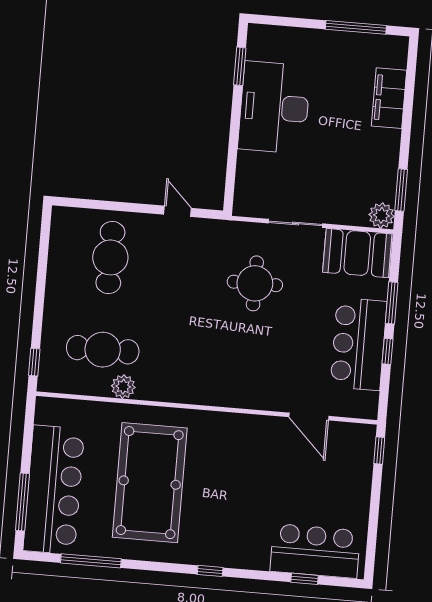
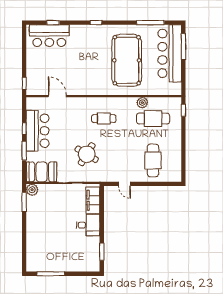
filing cabinet: (389, 98) -> (93, 200), moved, turned 180
desk: (274, 107) -> (88, 225), width x0.53, depth x0.77
round table: (255, 283) -> (87, 154), turned 31
cafe table: (211, 359) -> (104, 119), added

